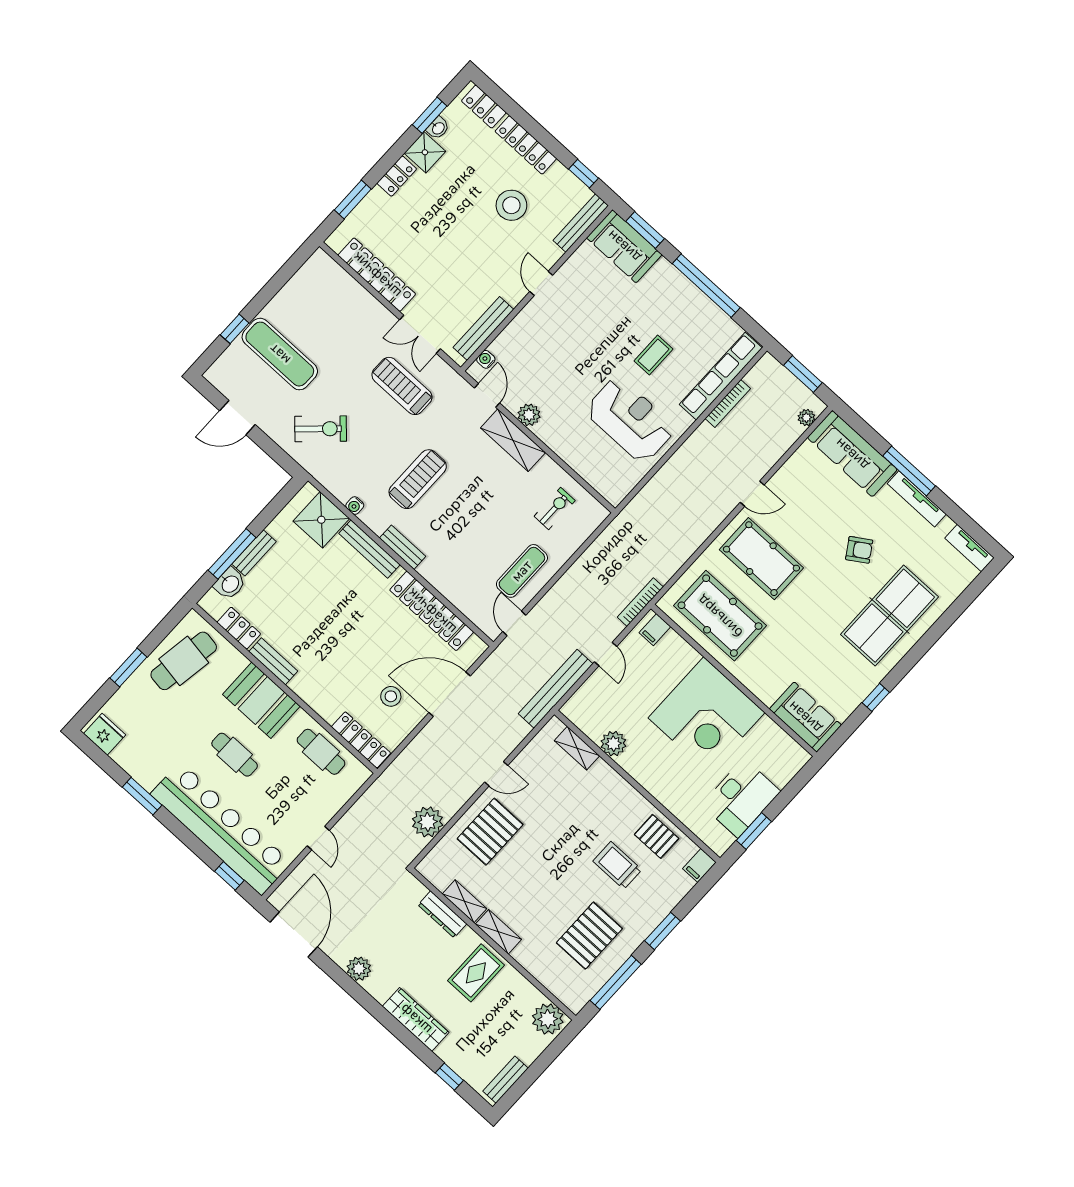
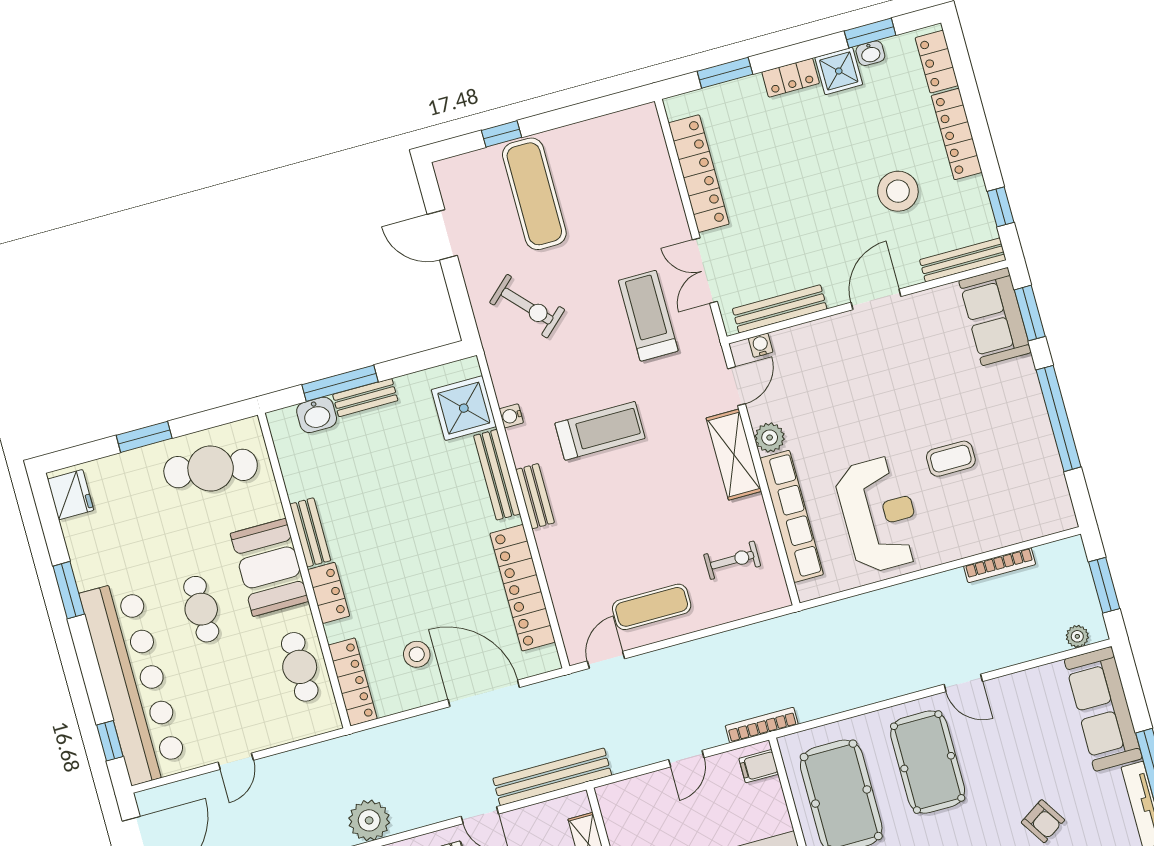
door: (541, 283) -> (876, 299), width x1.38
row of seats: (721, 376) -> (792, 516), moved, turned 90
locker: (239, 628) -> (329, 593), moved
bench: (556, 689) -> (552, 777), moved

